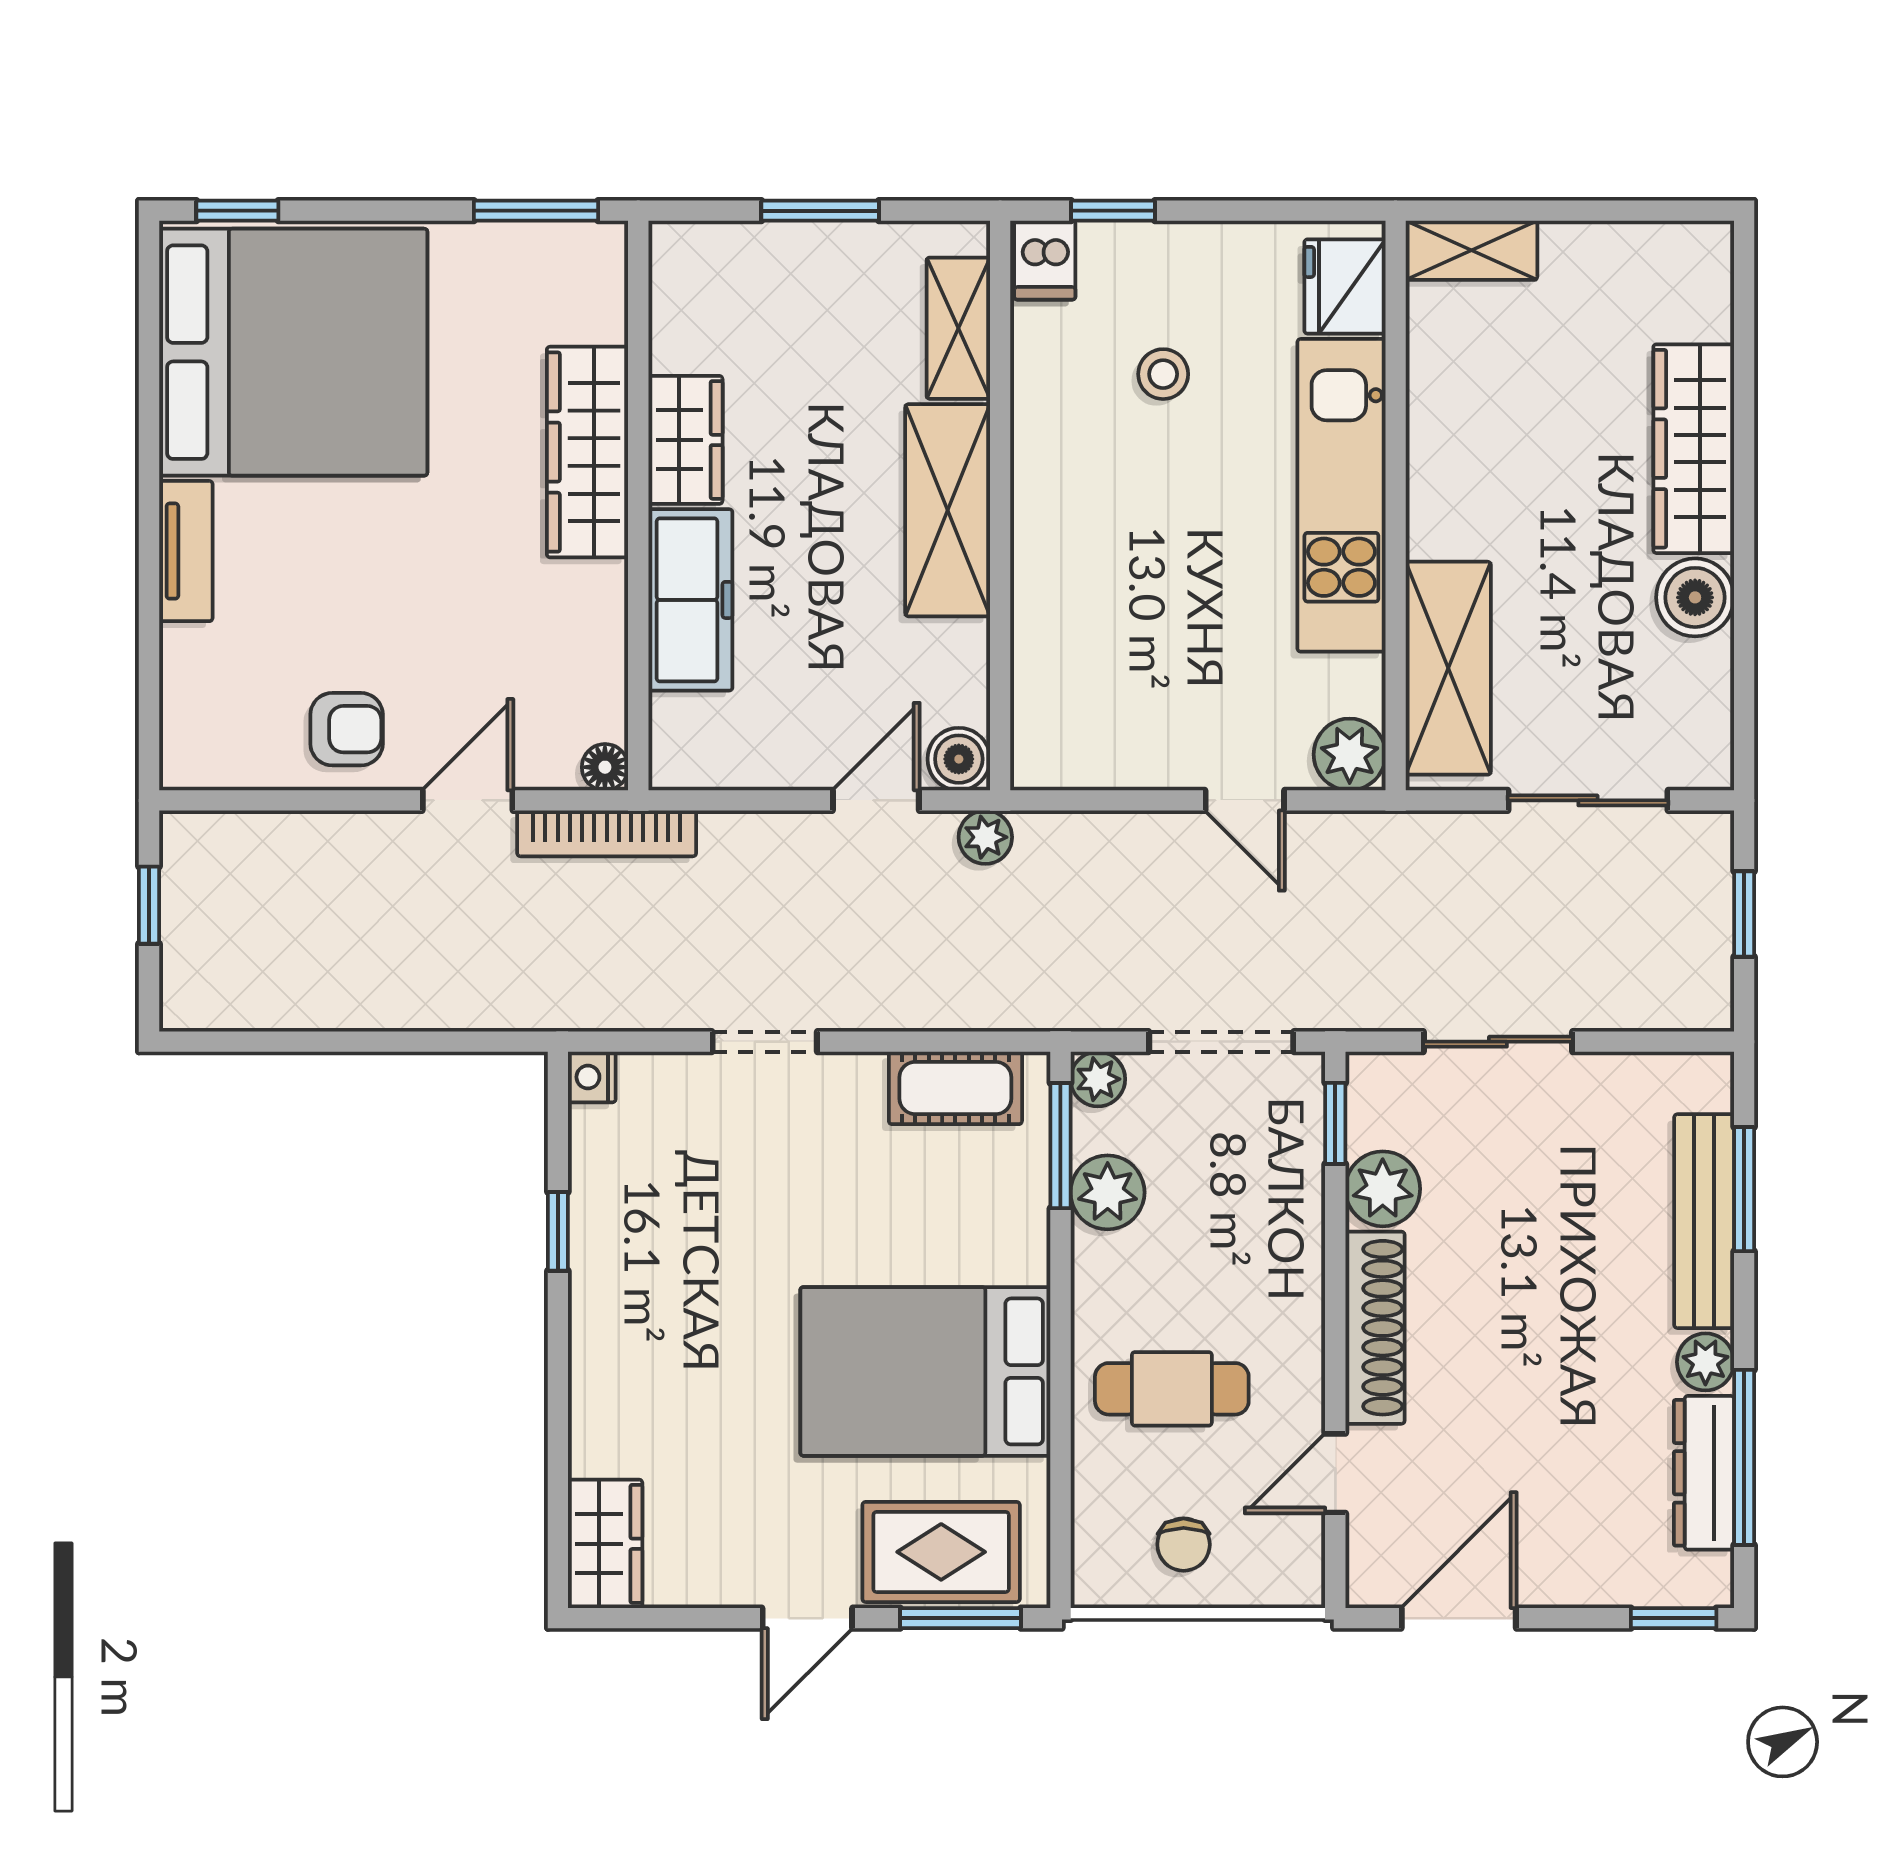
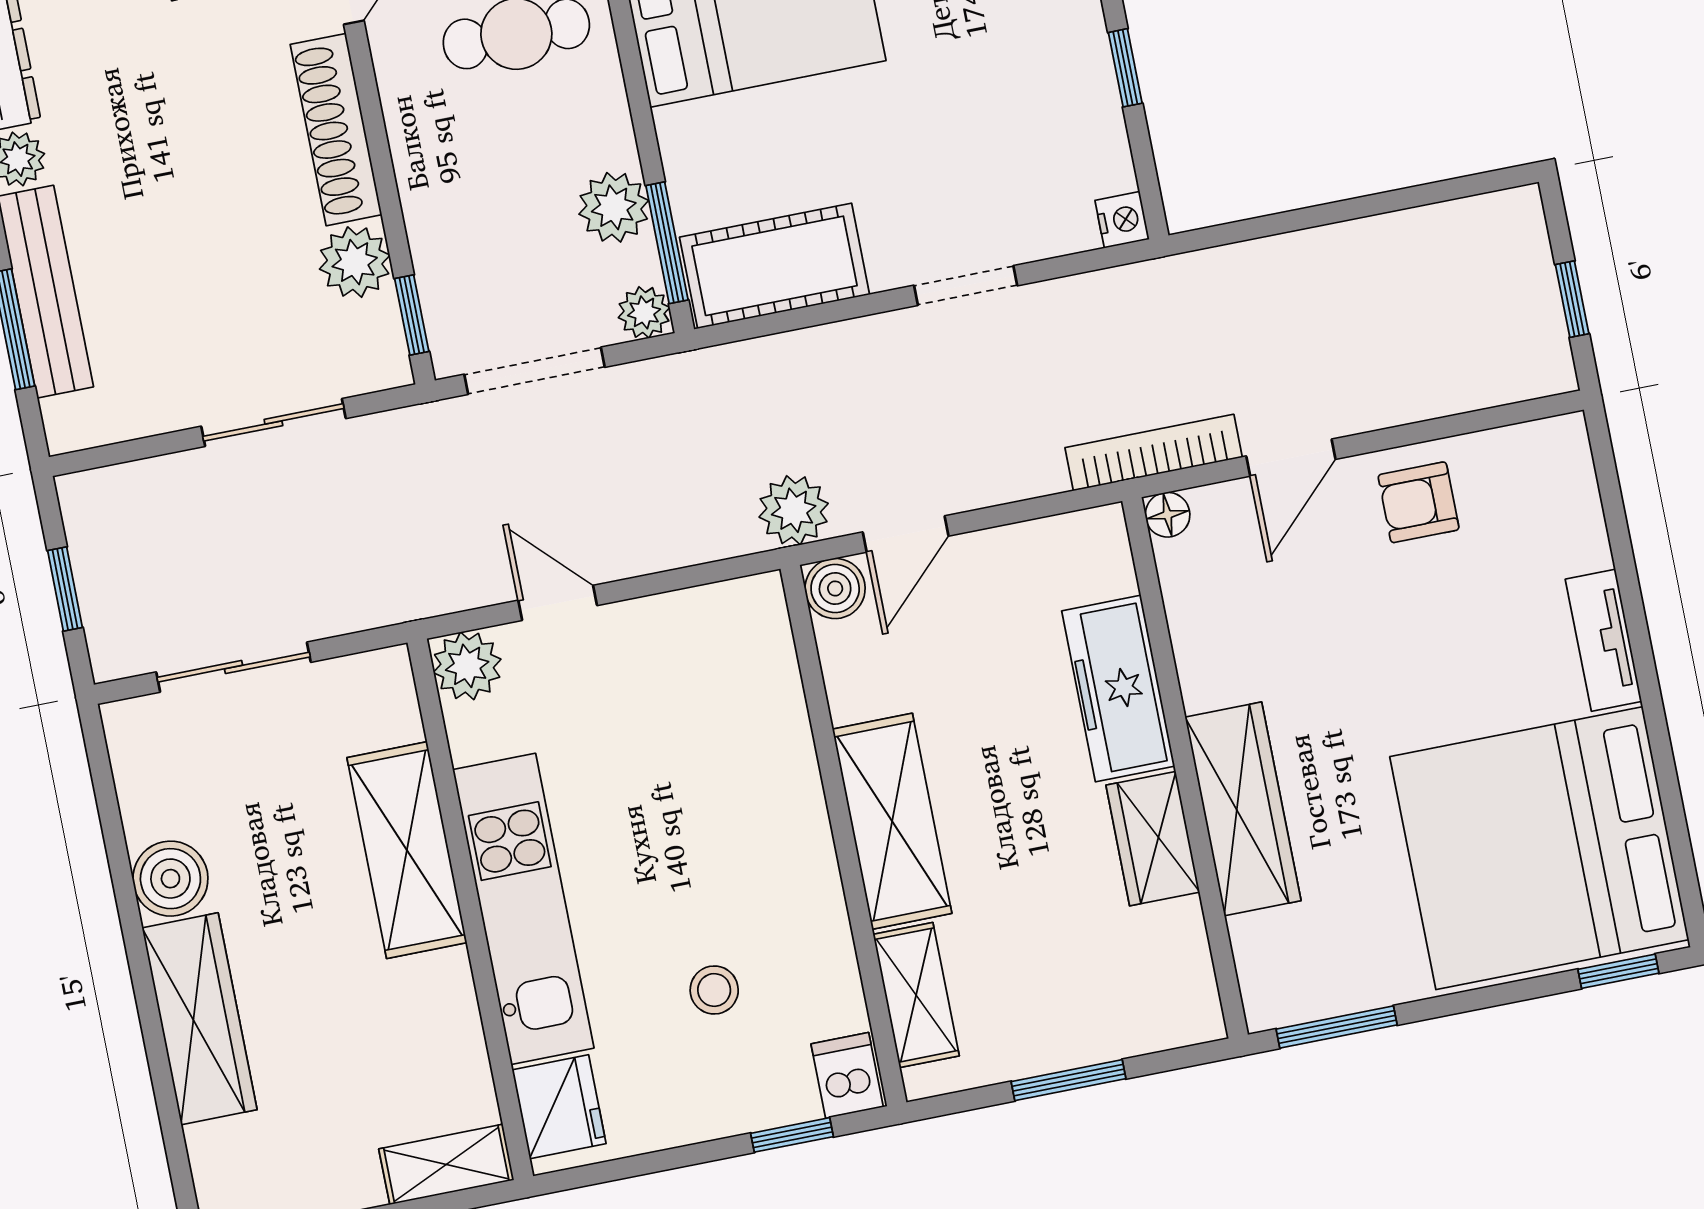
shelving: (1448, 668) -> (407, 850), moved
plant: (985, 837) -> (794, 510), width x1.38, depth x1.38
cot: (955, 1088) -> (775, 266), width x1.37, depth x1.34

